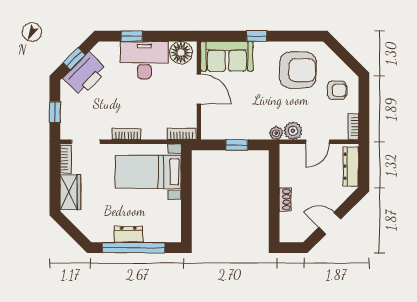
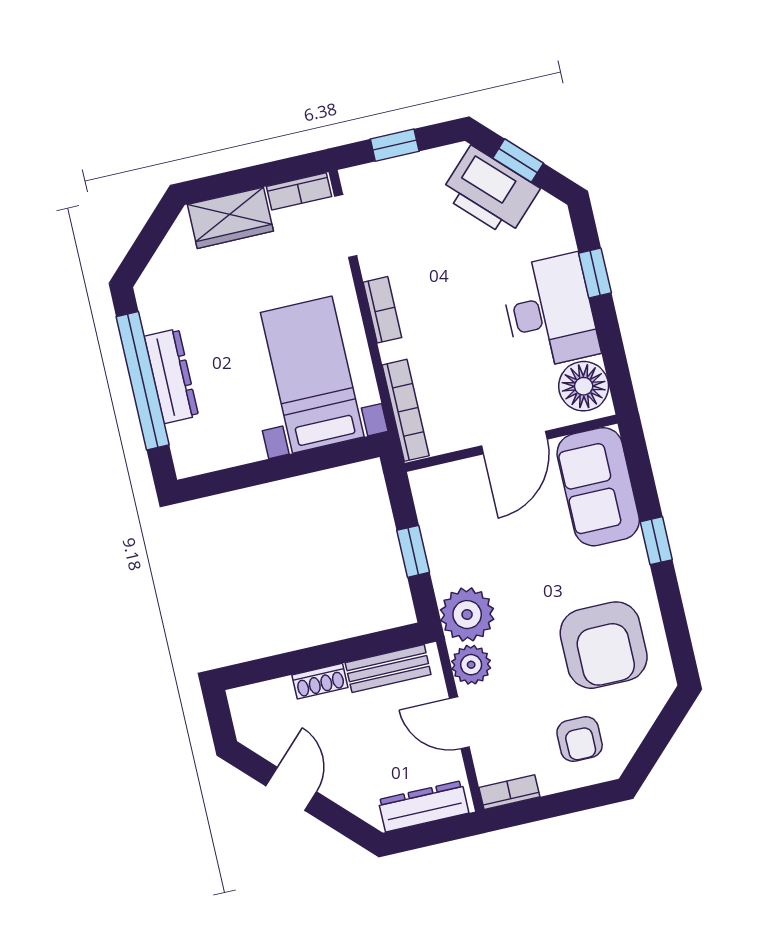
plant: (276, 133) -> (467, 615), width x1.87, depth x1.87
bookcase: (182, 134) -> (406, 410), width x1.56
bench: (286, 168) -> (388, 669), added
dresser: (128, 234) -> (171, 376), width x1.44

